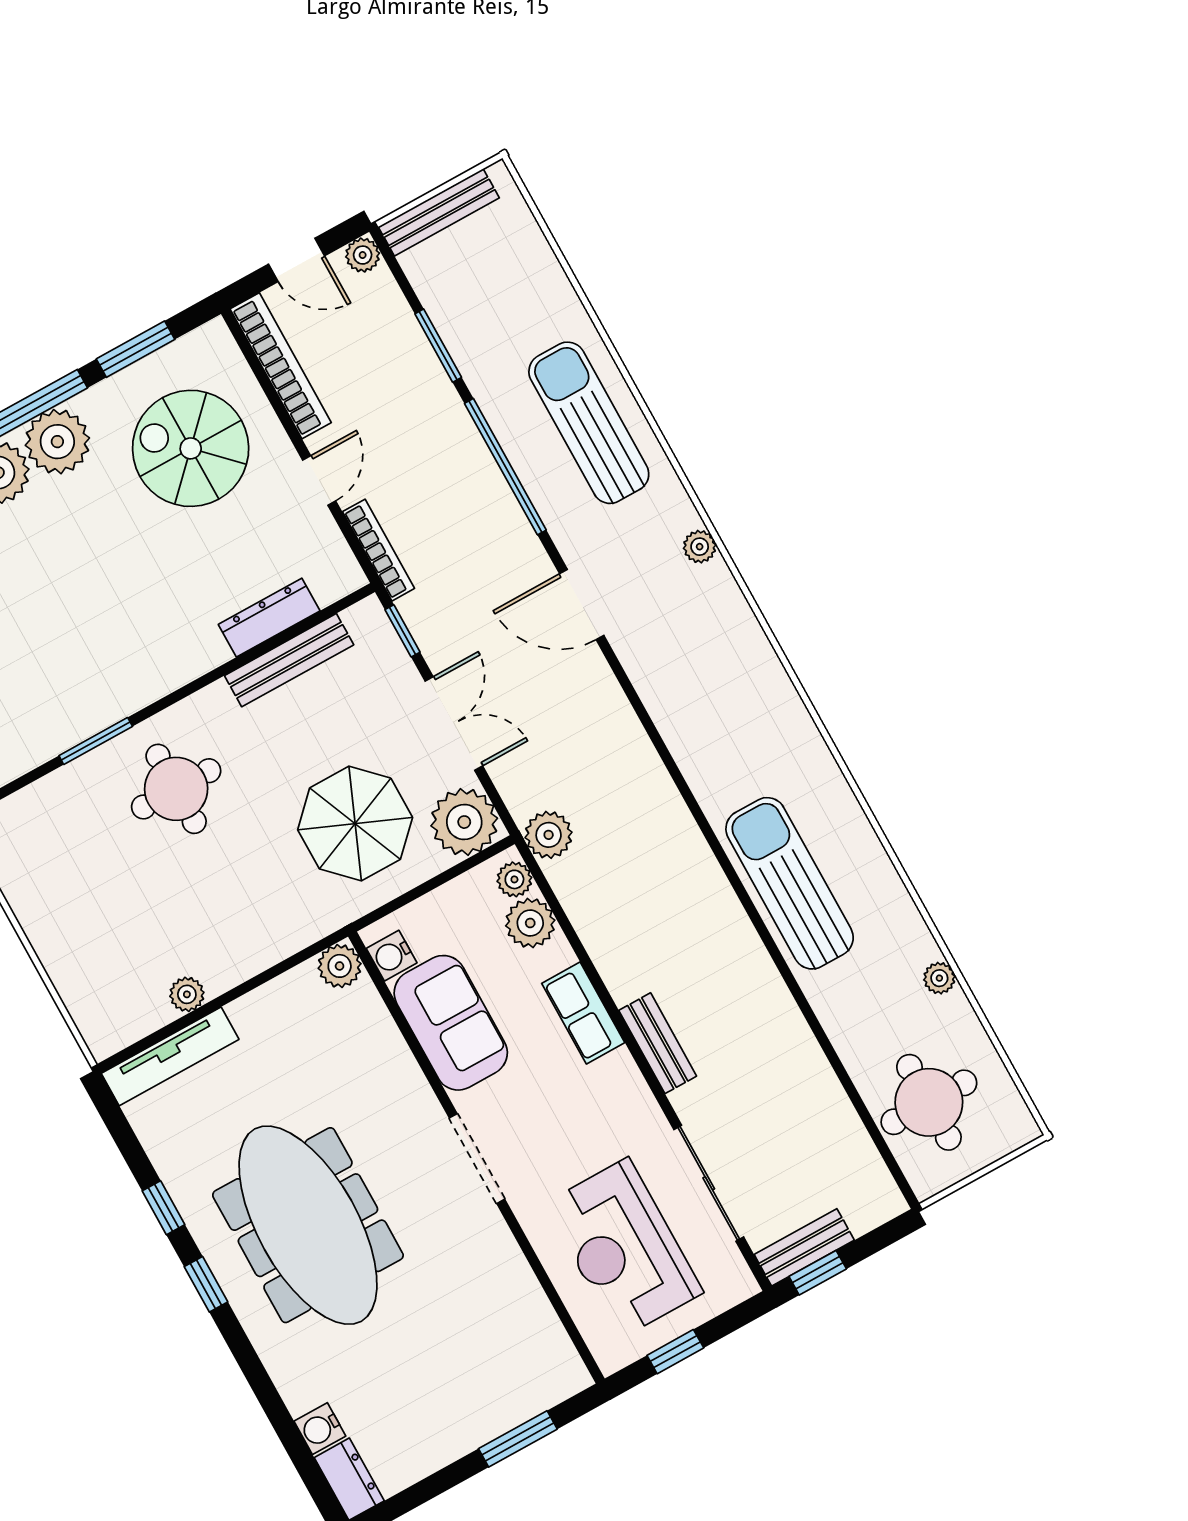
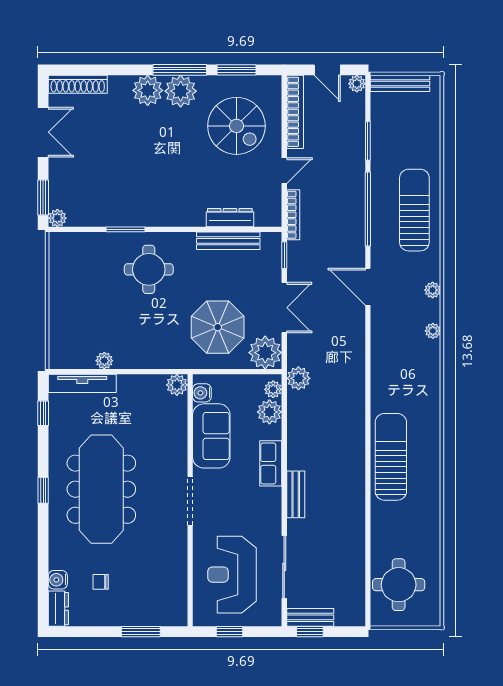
spiral stairs: (191, 448) -> (236, 126), turned 180
plant: (939, 978) -> (433, 331), moved
window: (163, 1208) -> (43, 413), moved
chair: (398, 1390) -> (101, 582), added

